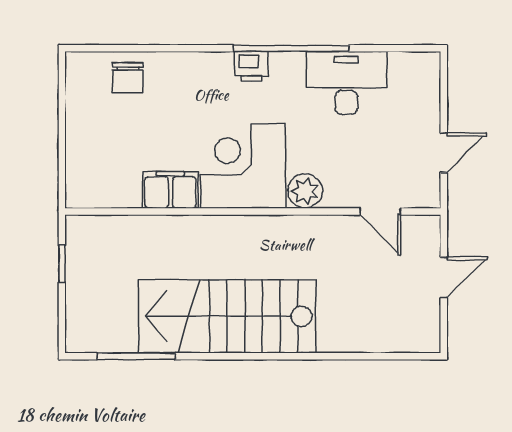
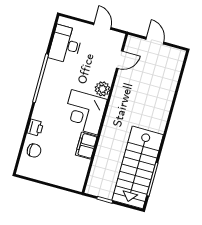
printer: (252, 67) -> (35, 128), moved
desk: (346, 83) -> (66, 44), moved
stairs: (227, 316) -> (138, 167), moved

